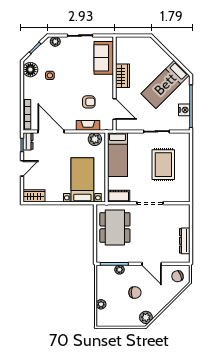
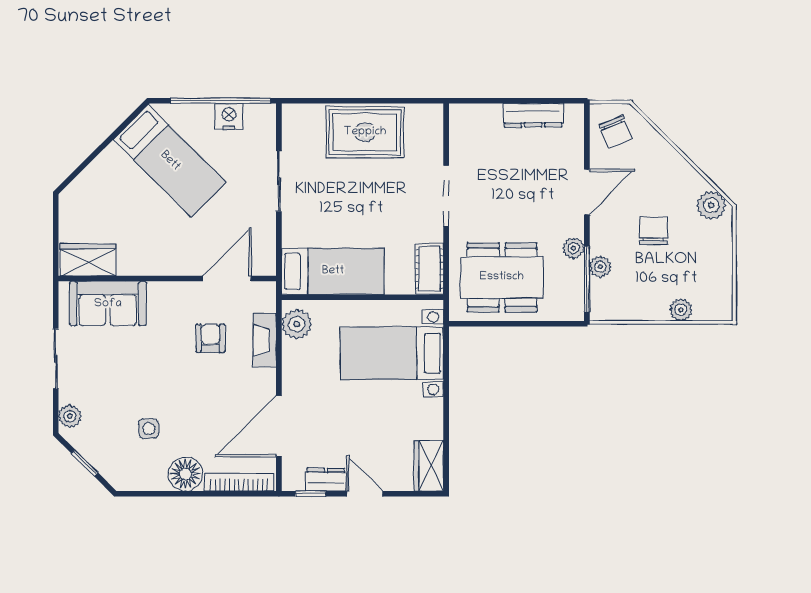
floor lamp: (30, 70) -> (185, 474), moved
wardrobe: (122, 76) -> (88, 260), moved
dresser: (28, 141) -> (326, 480), moved
rug: (163, 165) -> (365, 132), moved
plant: (128, 258) -> (574, 248), added

